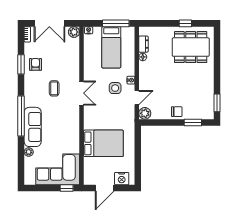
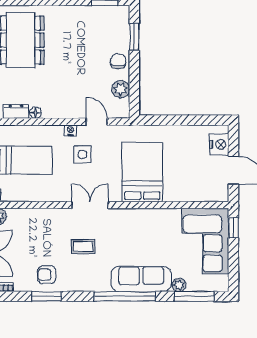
plant: (145, 113) -> (121, 89), moved
bed: (103, 143) -> (142, 172), moved
window: (21, 162) -> (194, 296), added

